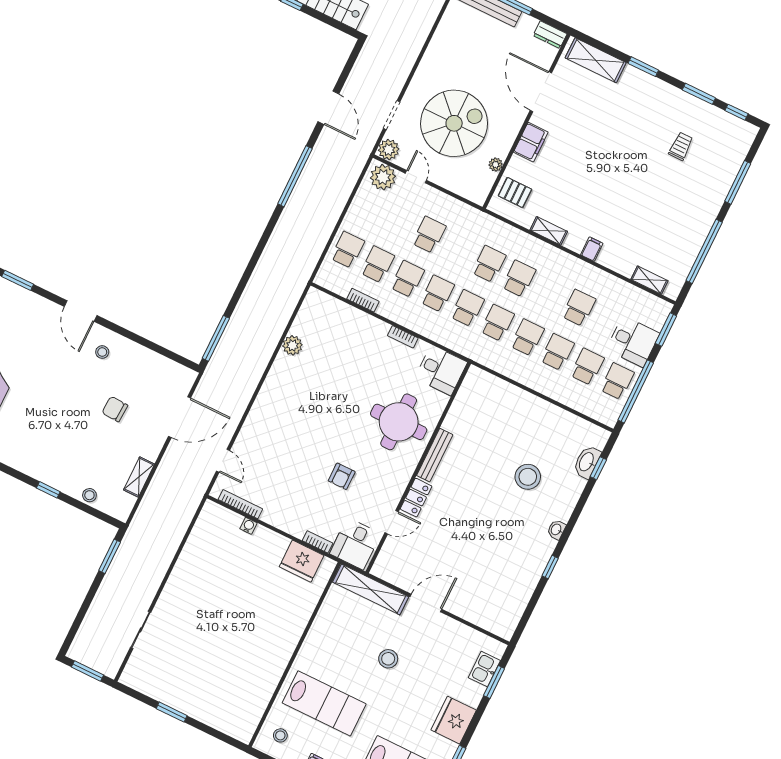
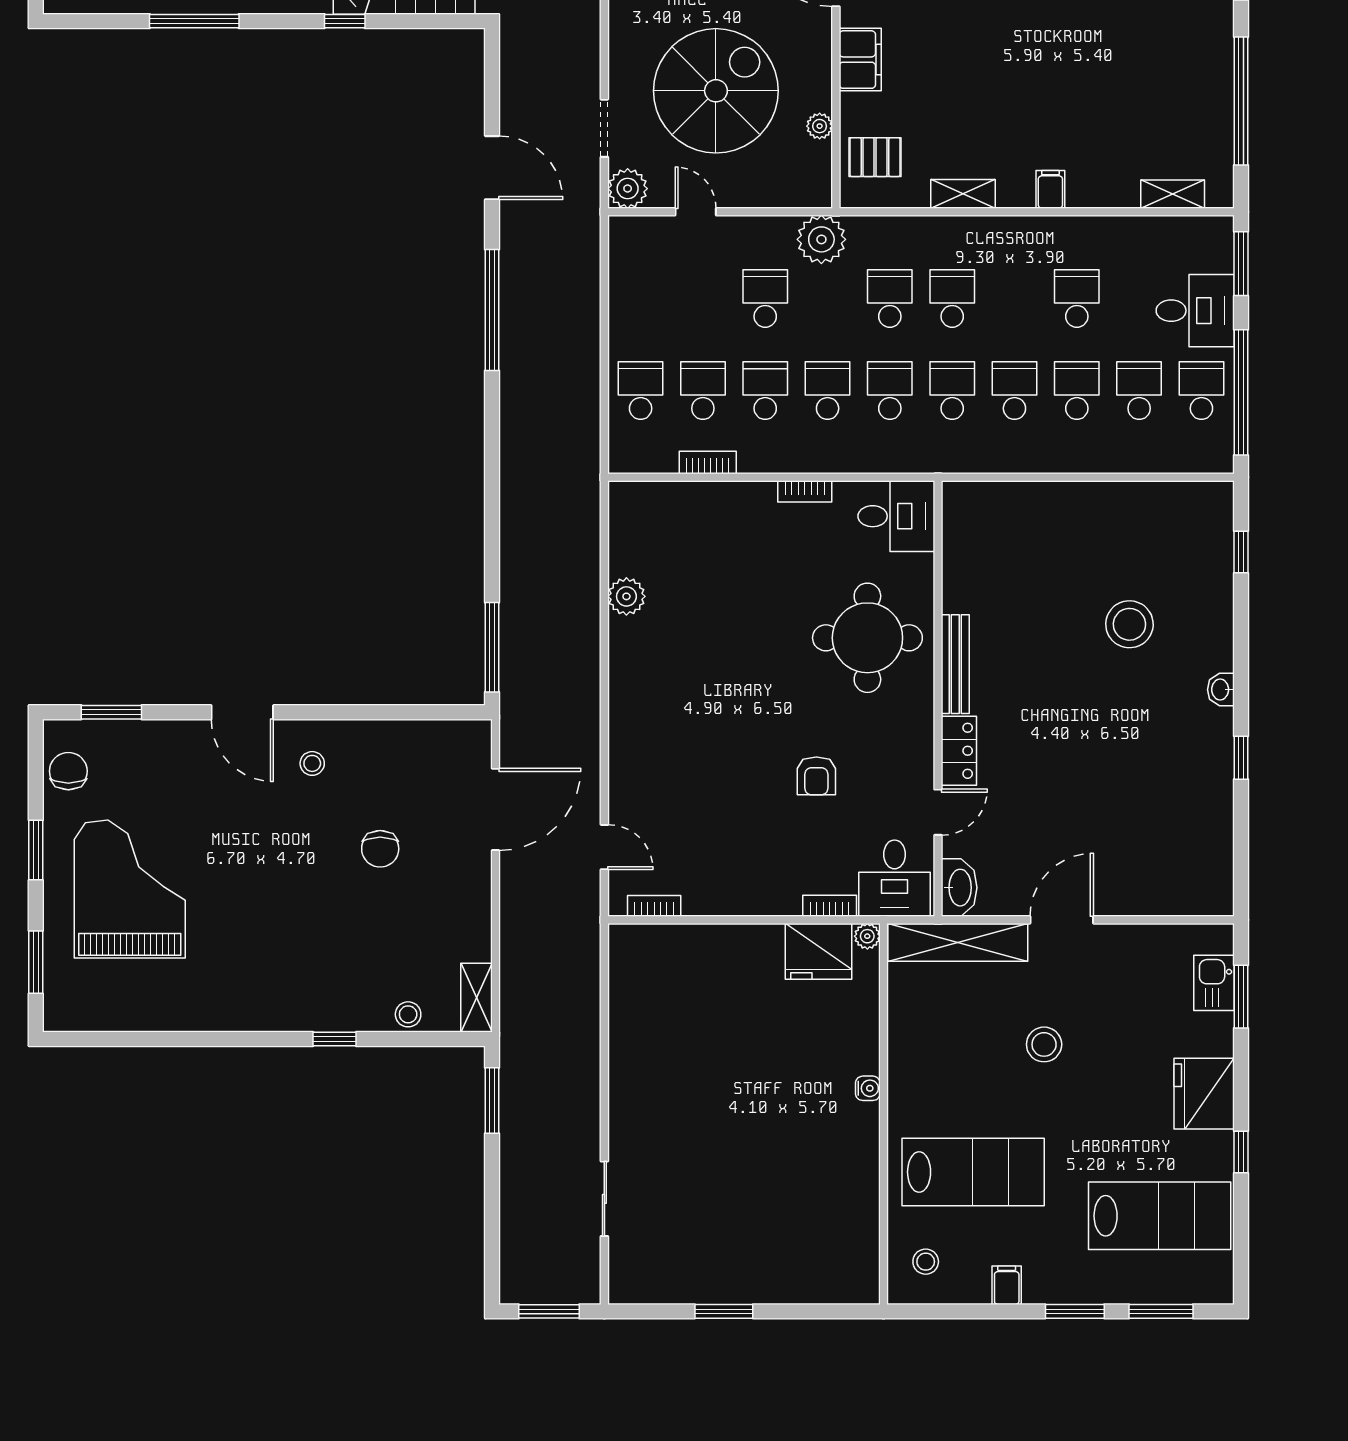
plant: (383, 177) -> (821, 239), moved
chair: (115, 409) -> (380, 849), turned -93
washbasin: (587, 462) -> (959, 888), moved, turned 180
shelving: (139, 477) -> (476, 998), moved
bookcase: (240, 504) -> (654, 906), width x0.64
water cooler: (248, 526) -> (868, 1088), moved, turned 90
plant: (329, 565) -> (867, 936), added

